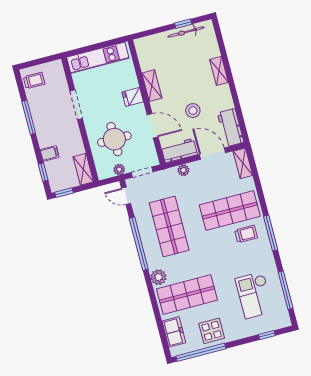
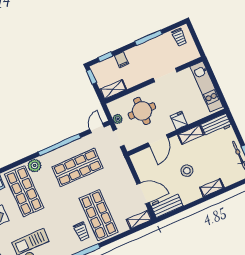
stool: (193, 111) -> (187, 171), moved
workbench: (179, 151) -> (216, 125), moved, turned 90
door: (213, 154) -> (143, 193), hinge flipped
plant: (183, 170) -> (126, 172), removed

